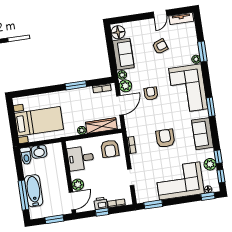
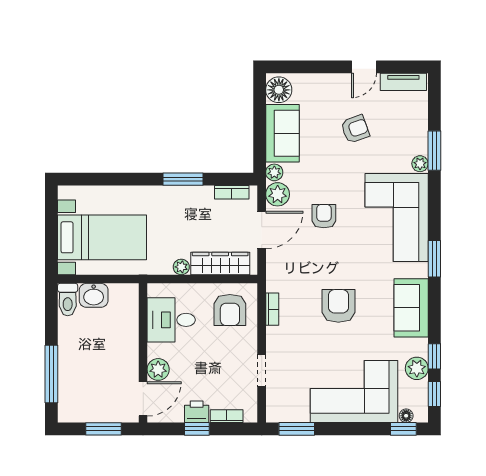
bathtub: (34, 191) -> (72, 369), removed

